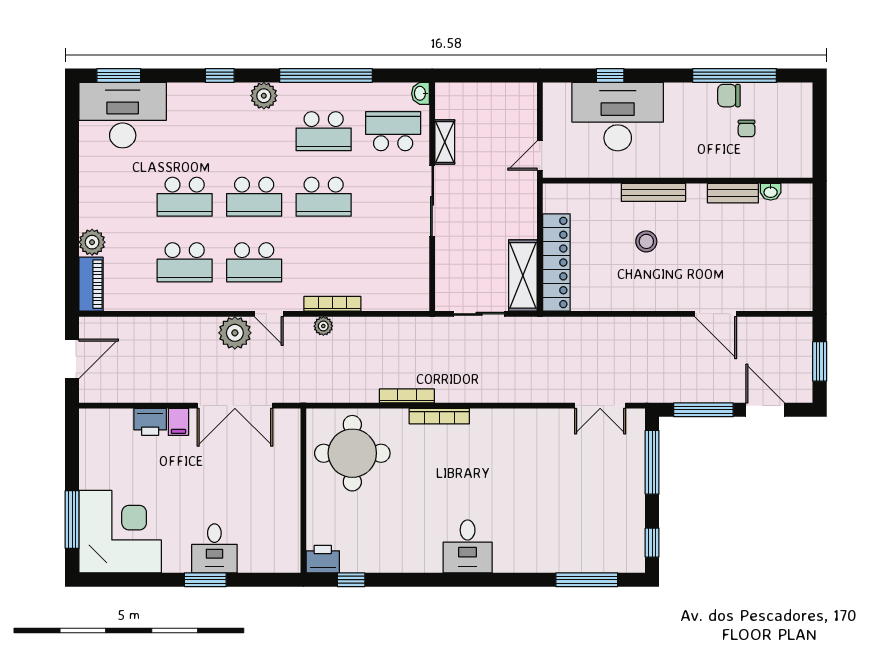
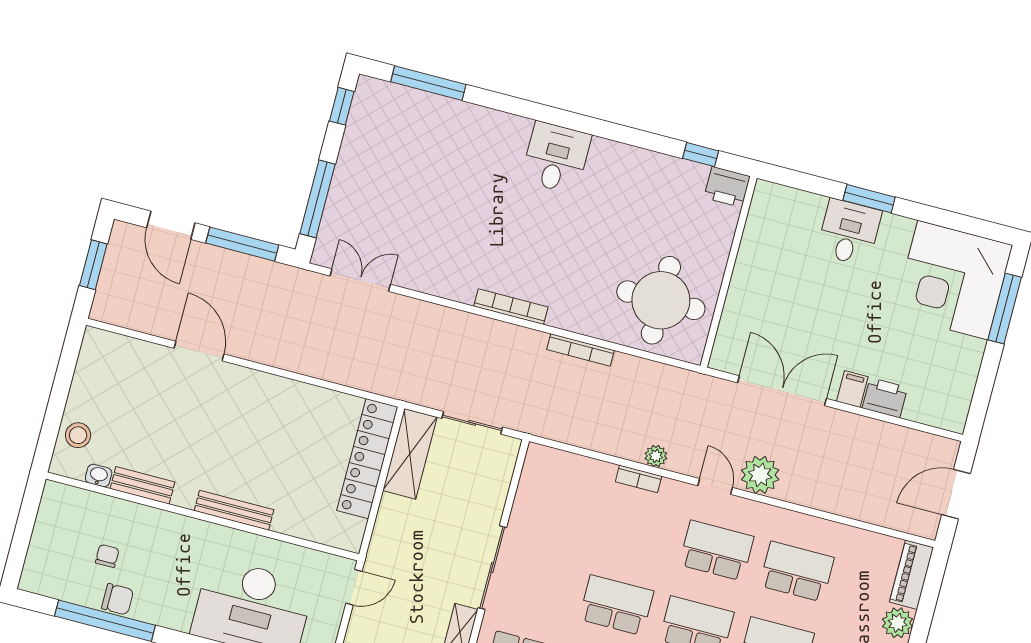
stool: (646, 241) -> (78, 435), moved
bookcase: (332, 304) -> (639, 479), width x0.64
bookcase: (439, 416) -> (511, 307), moved

